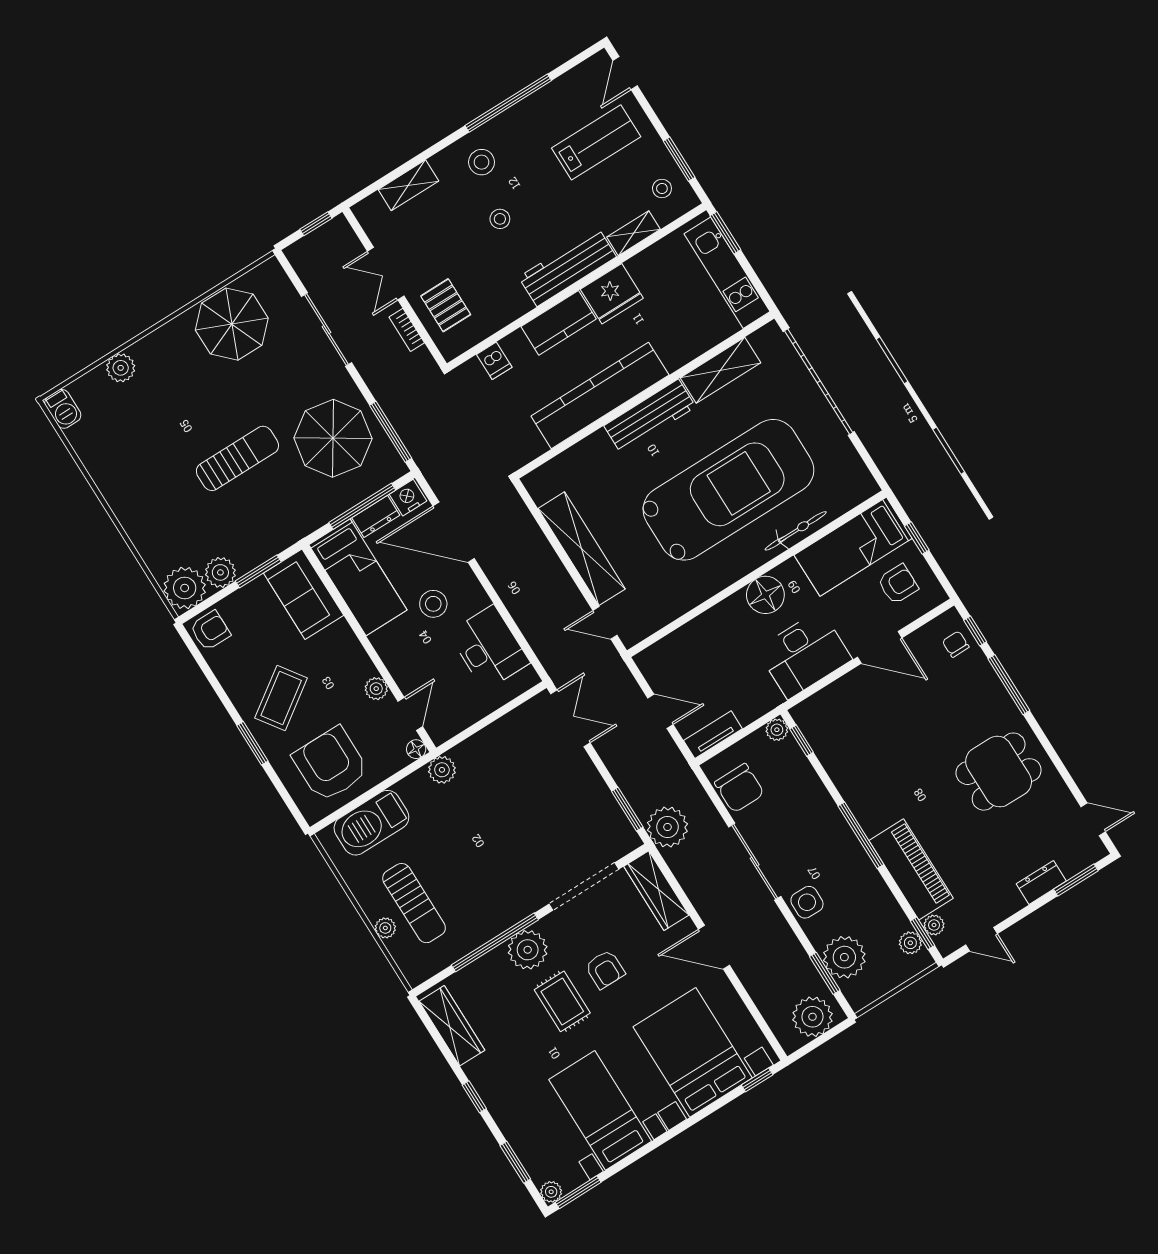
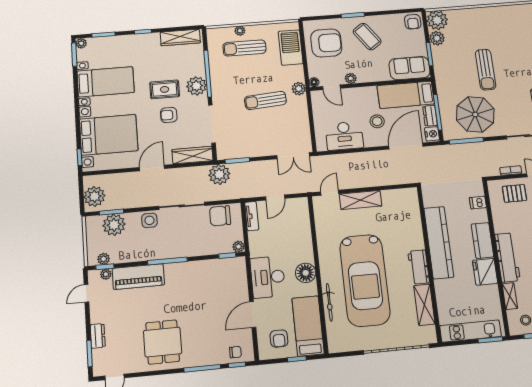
workbench: (650, 416) -> (419, 267), width x0.73
shelving: (582, 549) -> (361, 200), width x0.68
sun lounger: (493, 817) -> (265, 100), added

